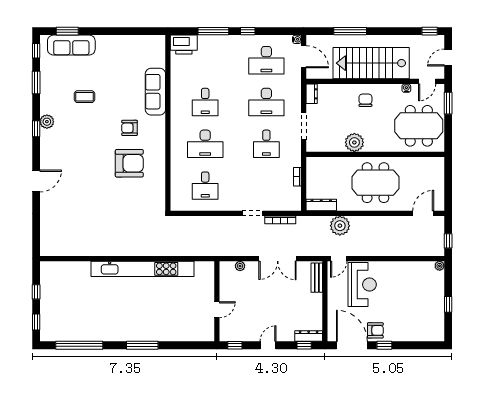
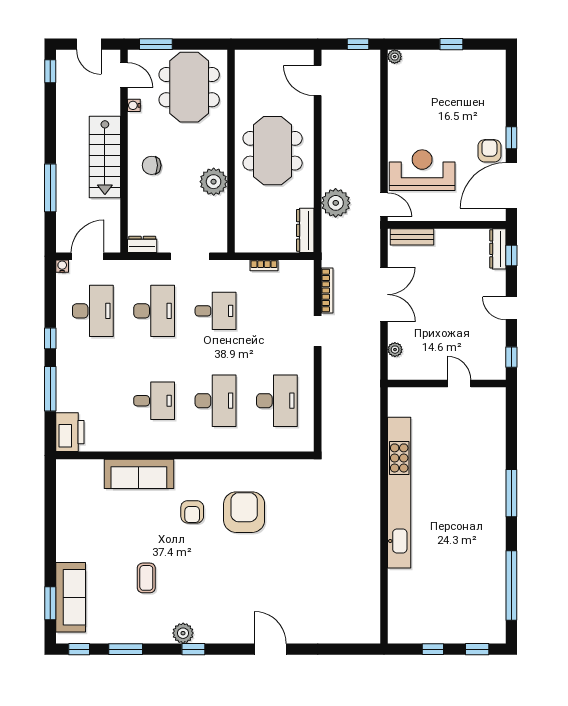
stairs: (371, 63) -> (105, 157), width x0.73, depth x0.66
desk: (205, 186) -> (277, 401), width x1.37

